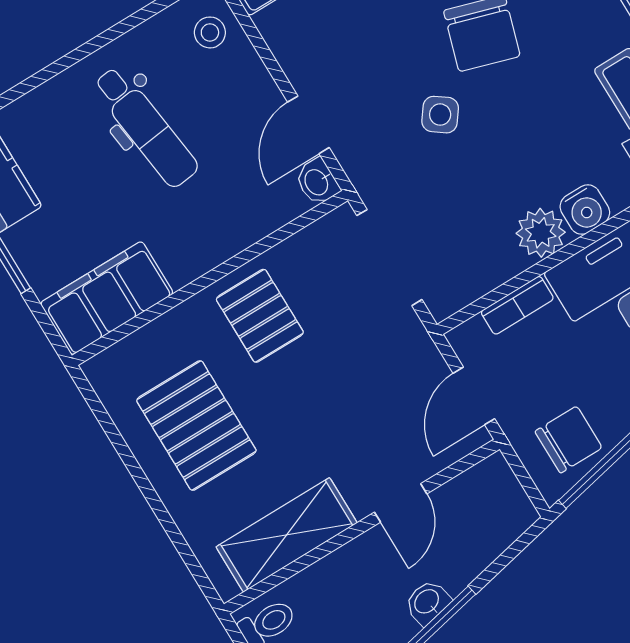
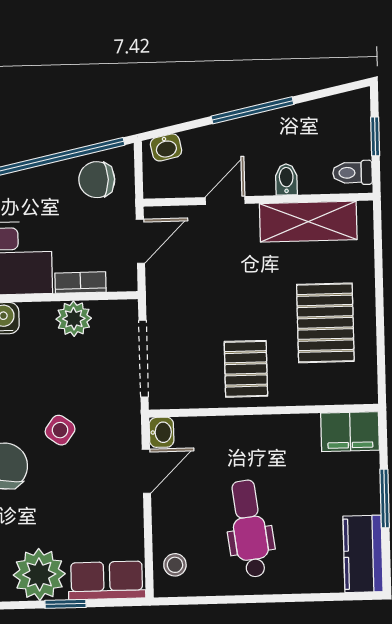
plant: (541, 233) -> (74, 319), moved
filing cabinet: (107, 298) -> (350, 432), width x0.67, depth x0.86
bidet: (342, 570) -> (286, 179), added
washbasin: (427, 602) -> (166, 147), moved

